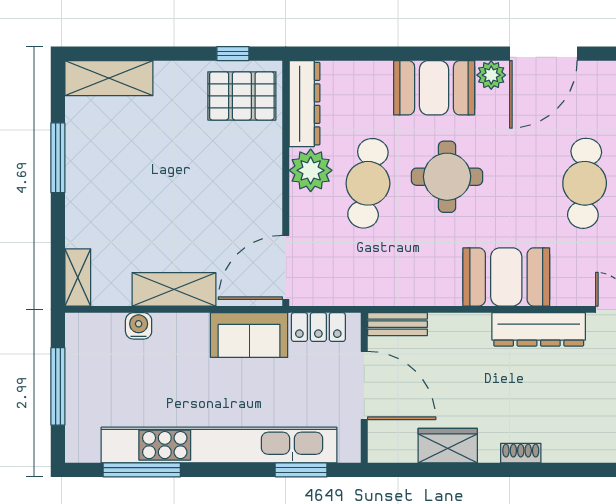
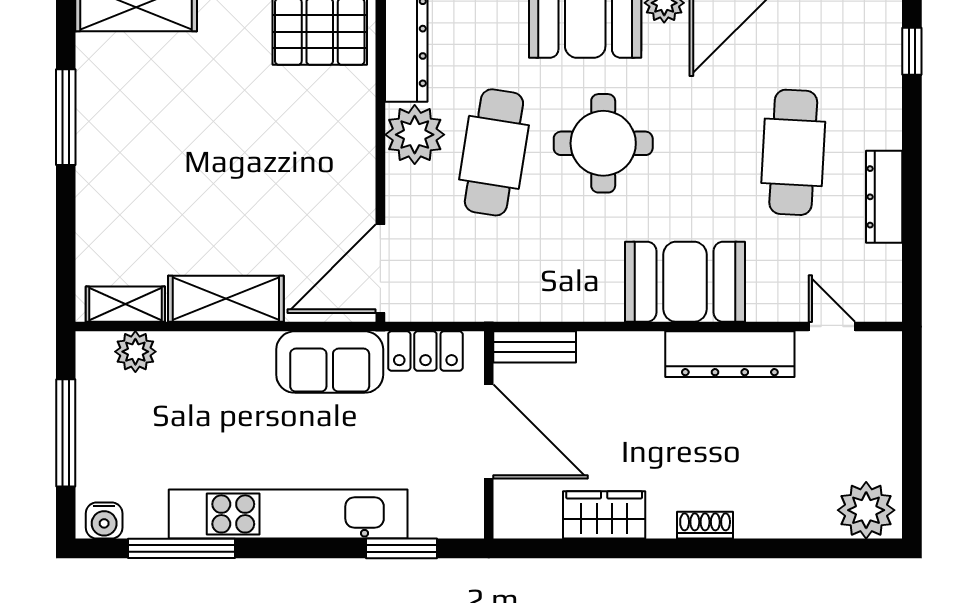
shelving: (78, 277) -> (125, 304), moved, turned 90
water cooler: (139, 326) -> (104, 520), moved, turned 180
plant: (108, 328) -> (135, 352), added
kitchen unit: (219, 445) -> (288, 514), width x0.73

